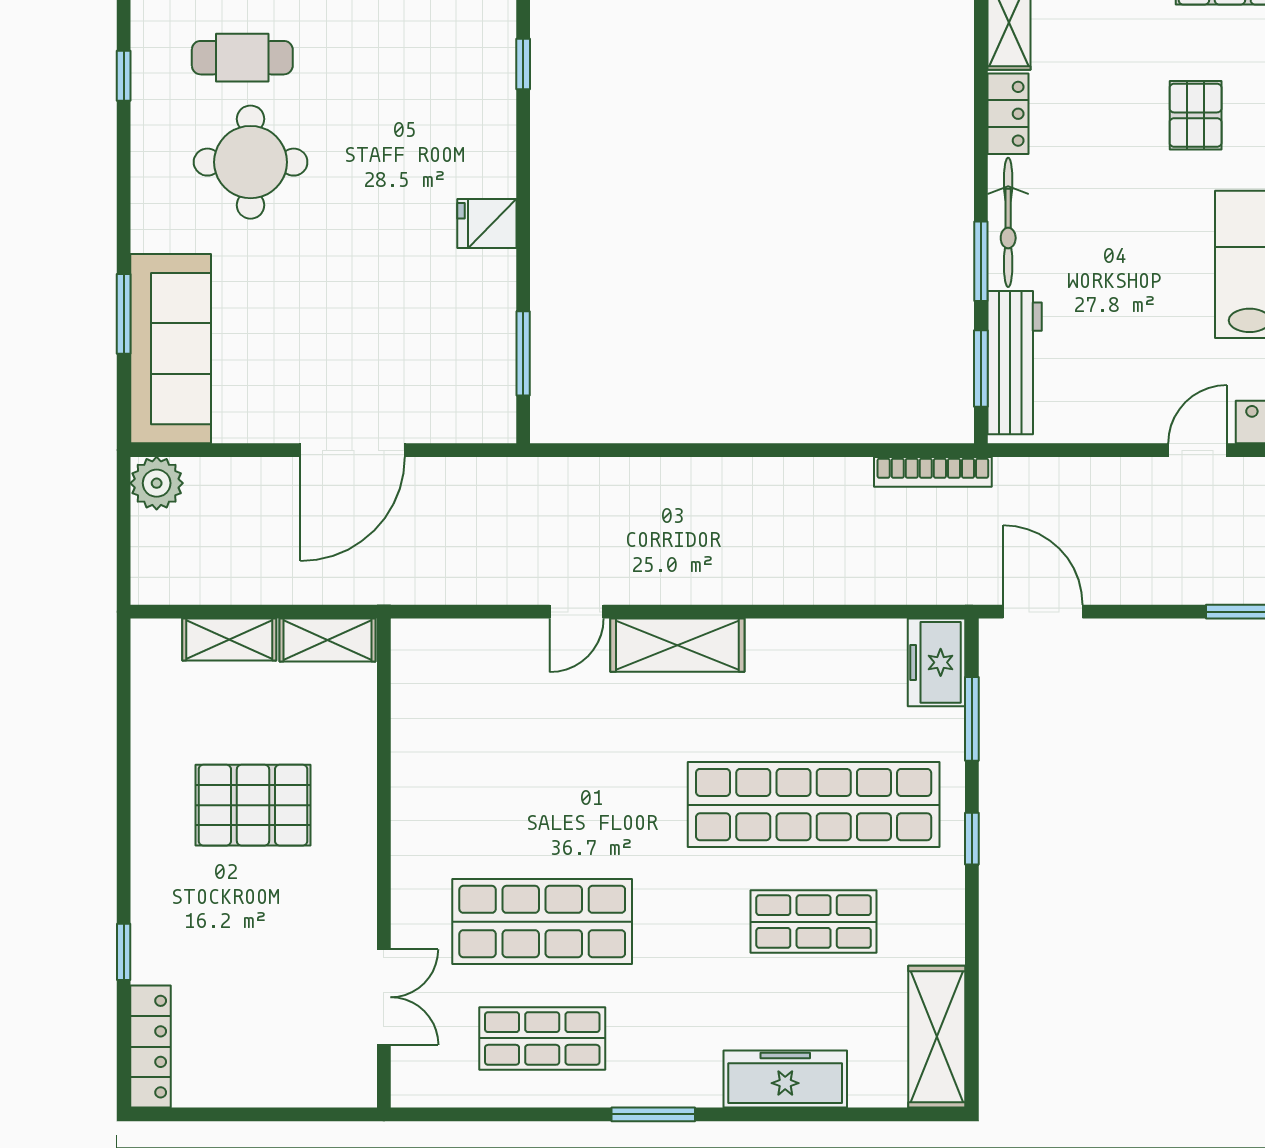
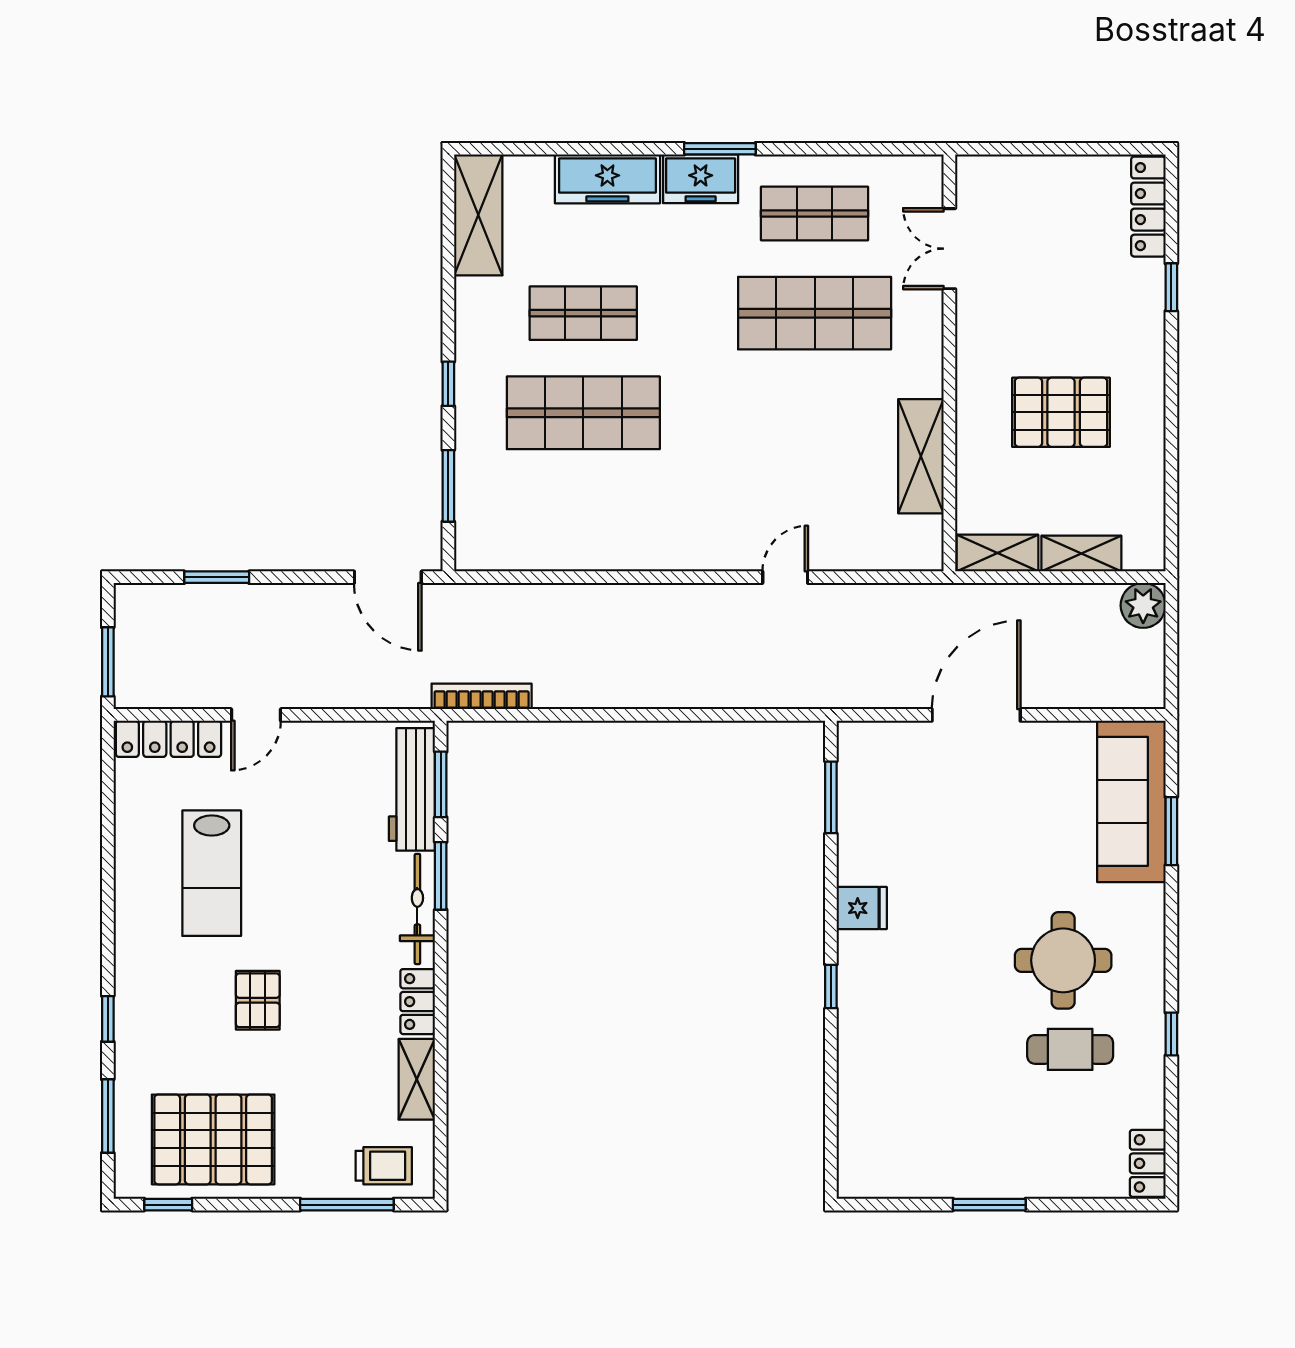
window: (523, 64) -> (831, 986), moved
plant: (157, 483) -> (1143, 605), moved
shelving: (677, 645) -> (921, 456), moved, turned 90
freezer: (937, 662) -> (701, 179), moved, turned 90
shop shelf: (814, 805) -> (583, 413), width x0.71

